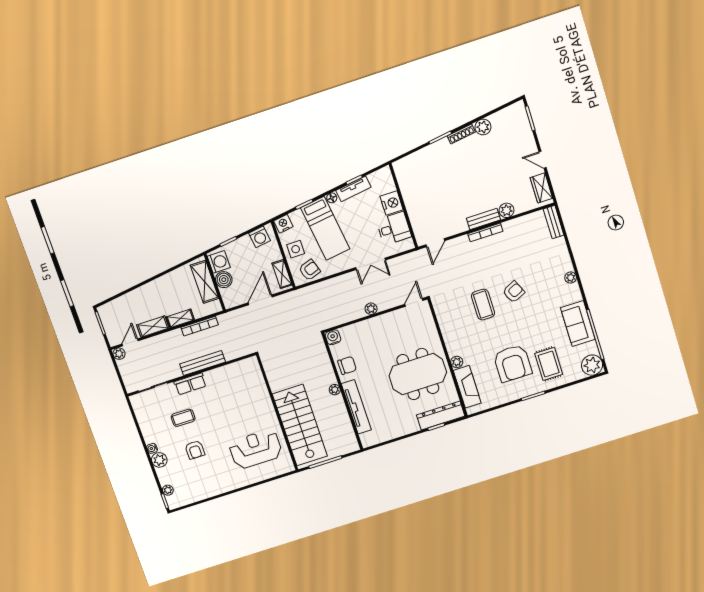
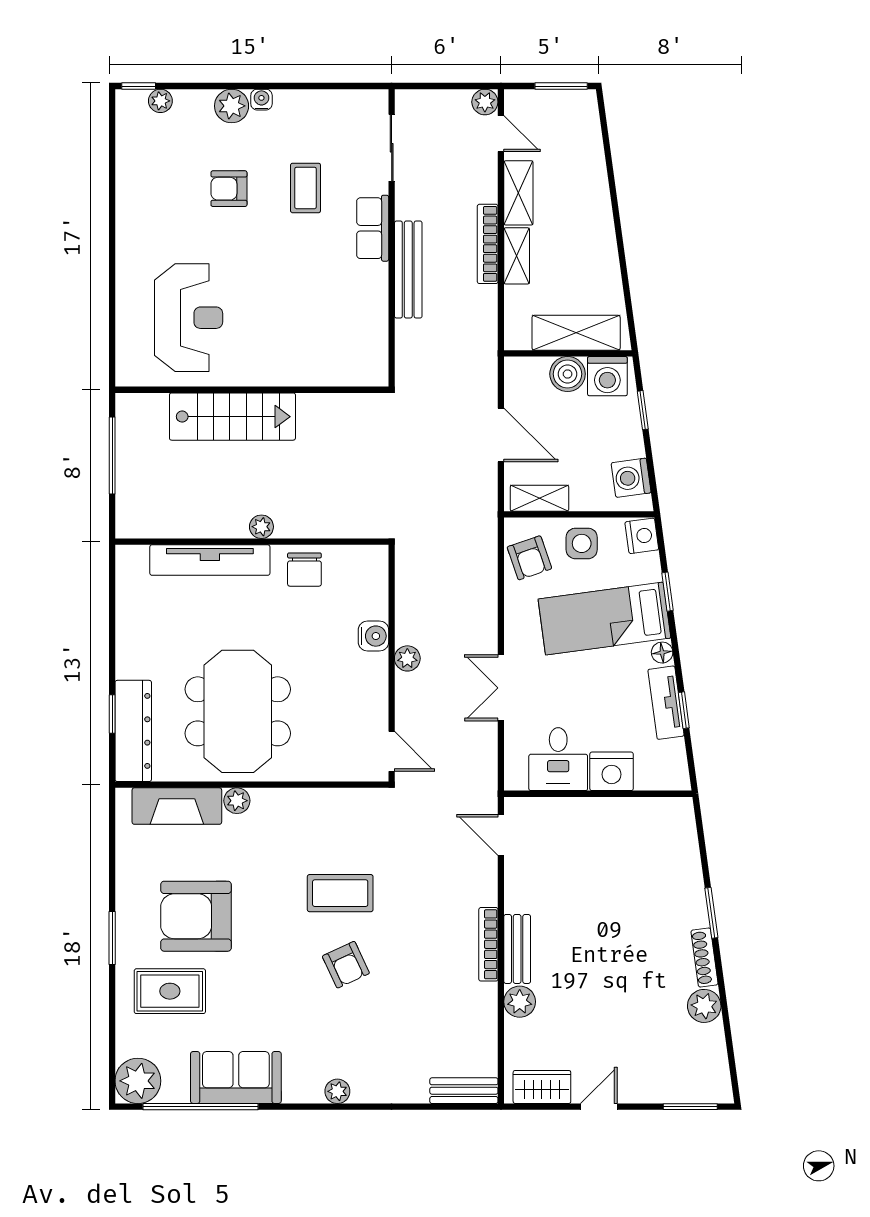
bookcase: (200, 326) -> (488, 244), moved
water cooler: (333, 337) -> (373, 636), moved
stairs: (300, 425) -> (232, 417), width x0.73, depth x0.66

